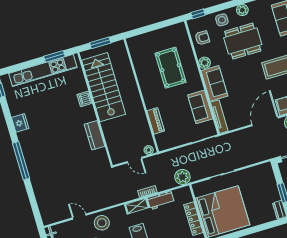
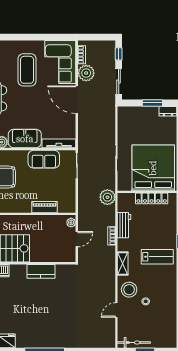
shelving: (137, 206) -> (123, 263), moved

